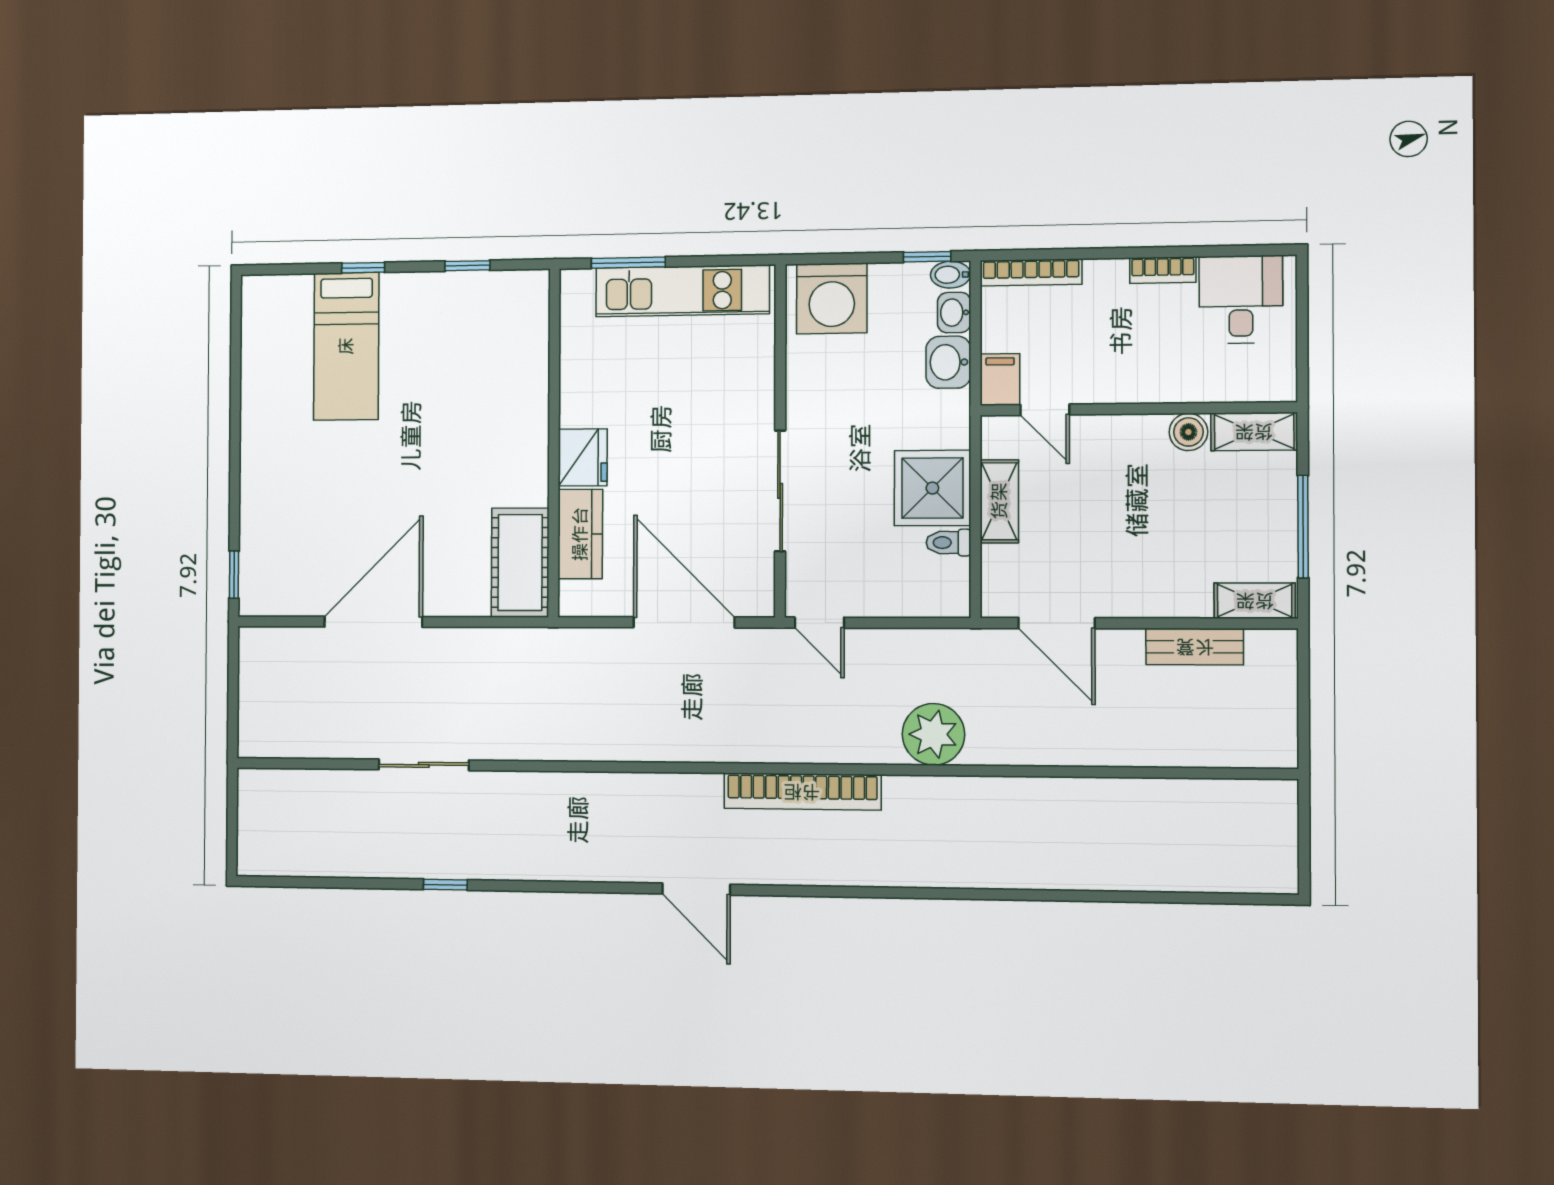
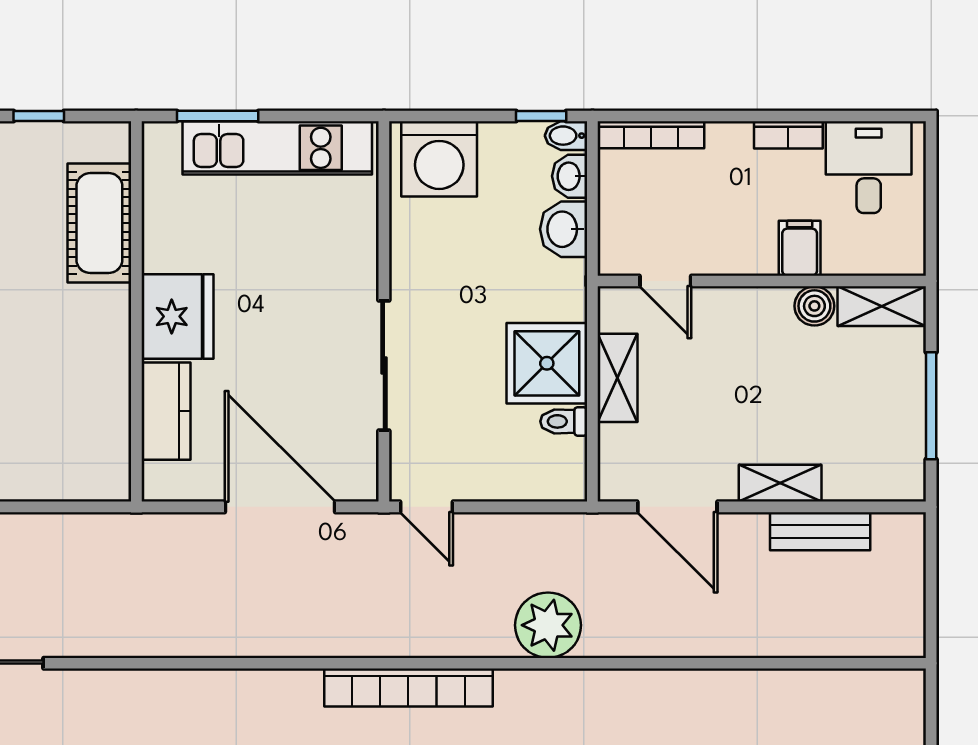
filing cabinet: (1000, 379) -> (800, 248), moved
fridge: (583, 457) -> (177, 316), width x1.36, depth x1.34
cot: (520, 563) -> (99, 223), moved
shelving: (1255, 601) -> (780, 483), moved

